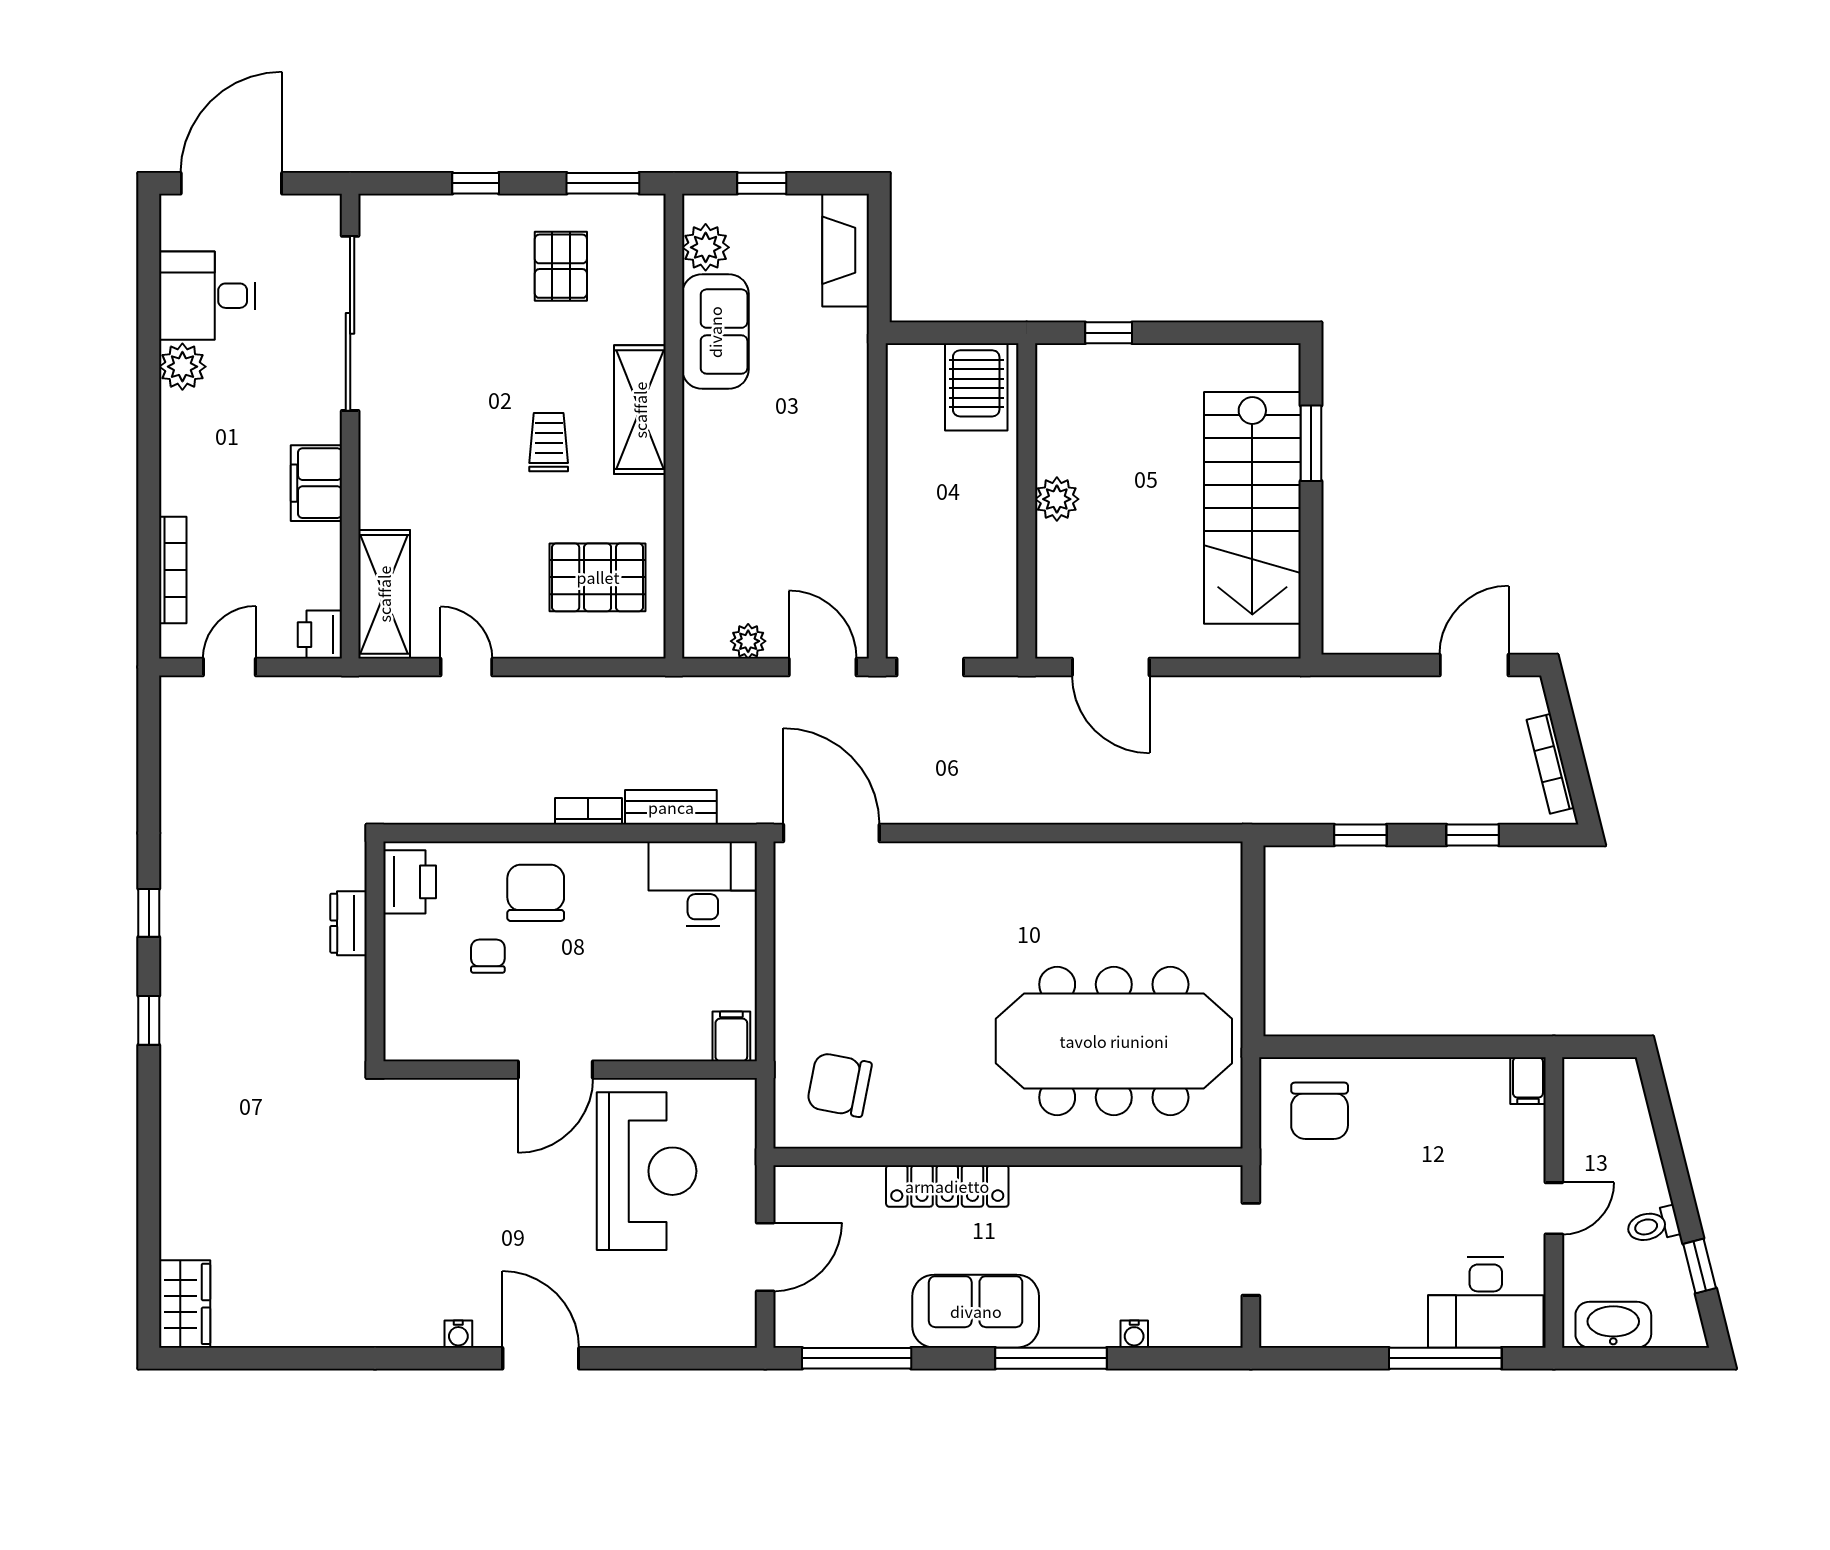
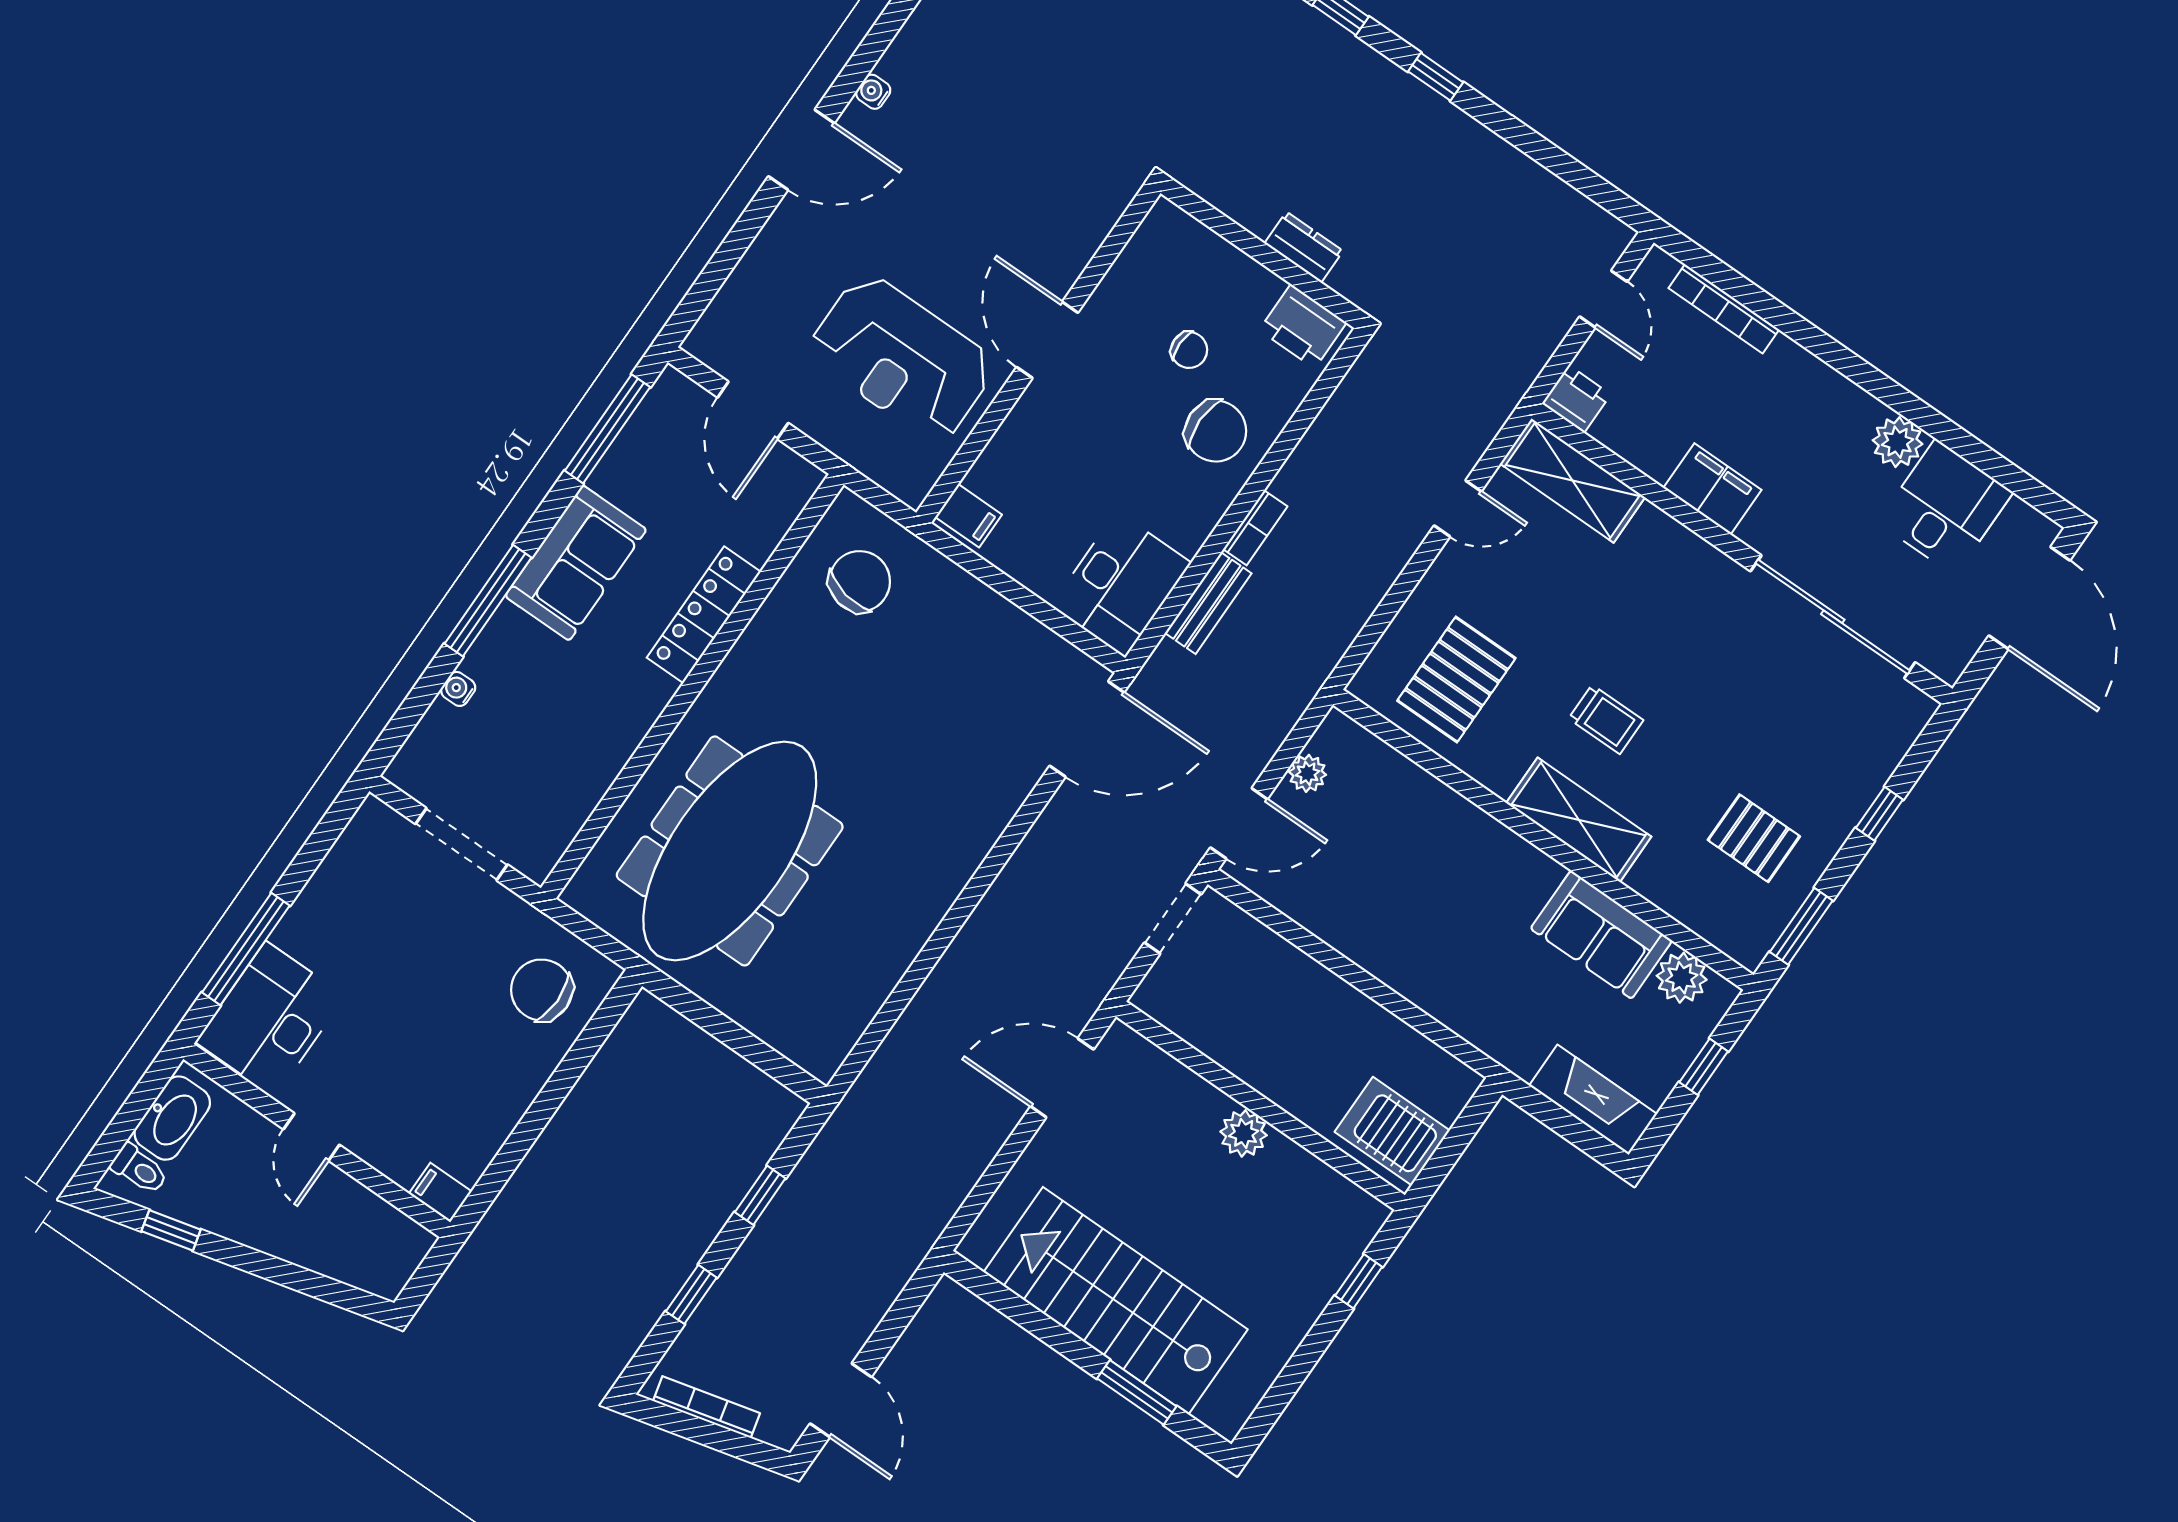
toilet: (1653, 1225) -> (139, 1169), moved, turned 104

